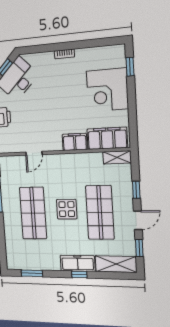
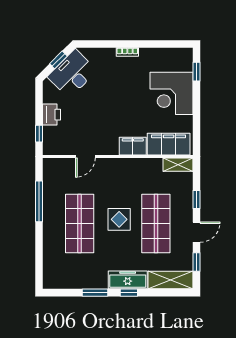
window: (32, 273) -> (95, 293), moved

